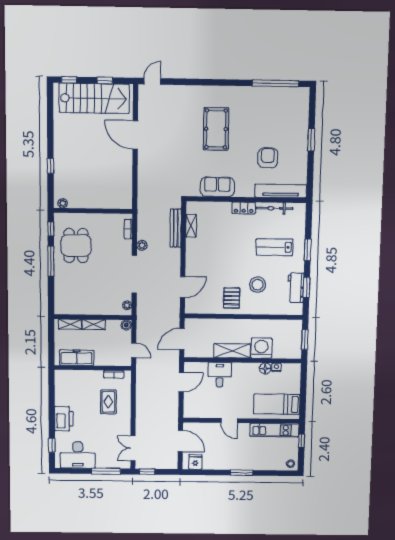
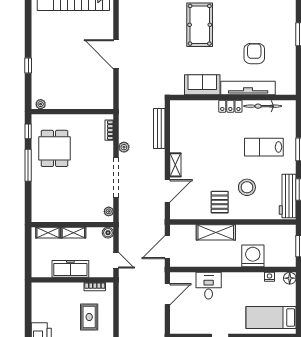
door: (135, 135) -> (116, 54), moved
tv unit: (281, 191) -> (248, 88), moved
shelving: (191, 226) -> (175, 165), moved
workbench: (296, 288) -> (288, 196), width x1.38
shelving: (232, 351) -> (216, 232), moved
freezer: (77, 358) -> (70, 269), moved
floor lamp: (265, 369) -> (290, 278), moved

